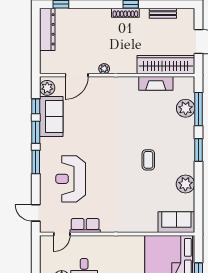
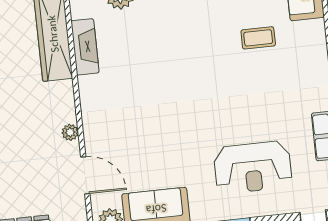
coffee table: (148, 160) -> (258, 38), moved

